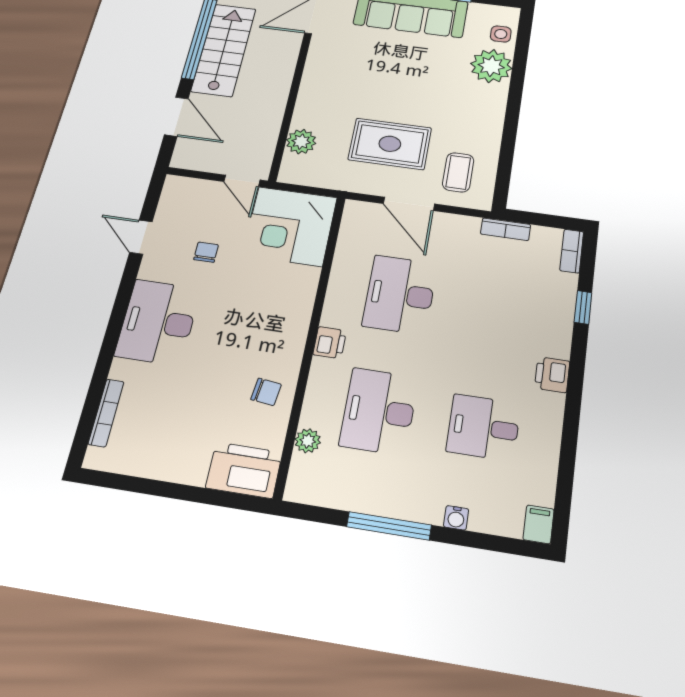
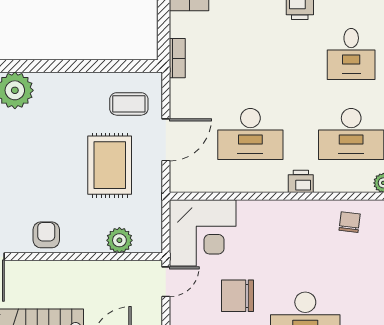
armchair: (323, 74) -> (46, 235), added
chair: (206, 252) -> (238, 296), width x1.87, depth x1.87

